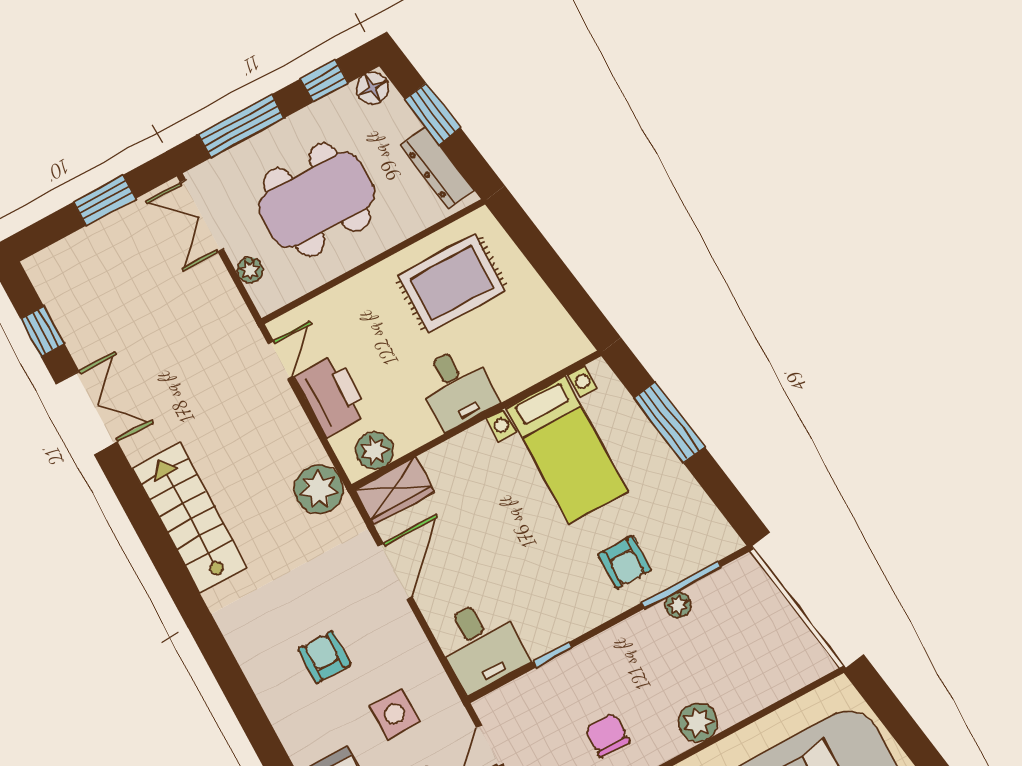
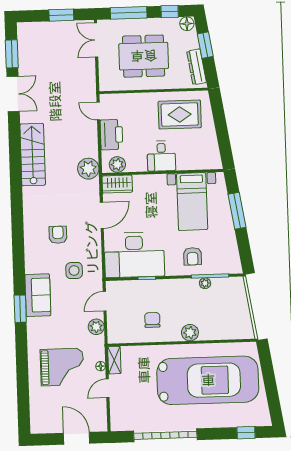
plant: (250, 270) -> (104, 70), removed
window: (42, 331) -> (12, 54), width x1.50
door: (280, 360) -> (98, 111), swing flipped
desk: (481, 645) -> (134, 255), width x1.87, depth x1.30

